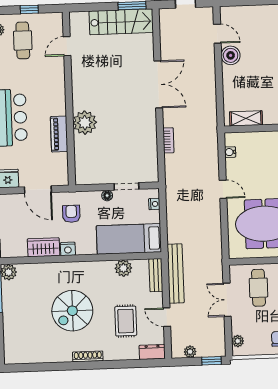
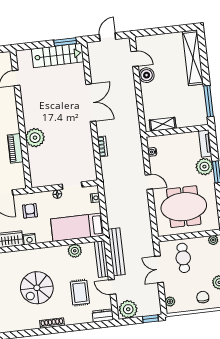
bench: (156, 275) -> (101, 259), width x1.36
plant: (190, 352) -> (128, 309), width x1.88, depth x1.88

